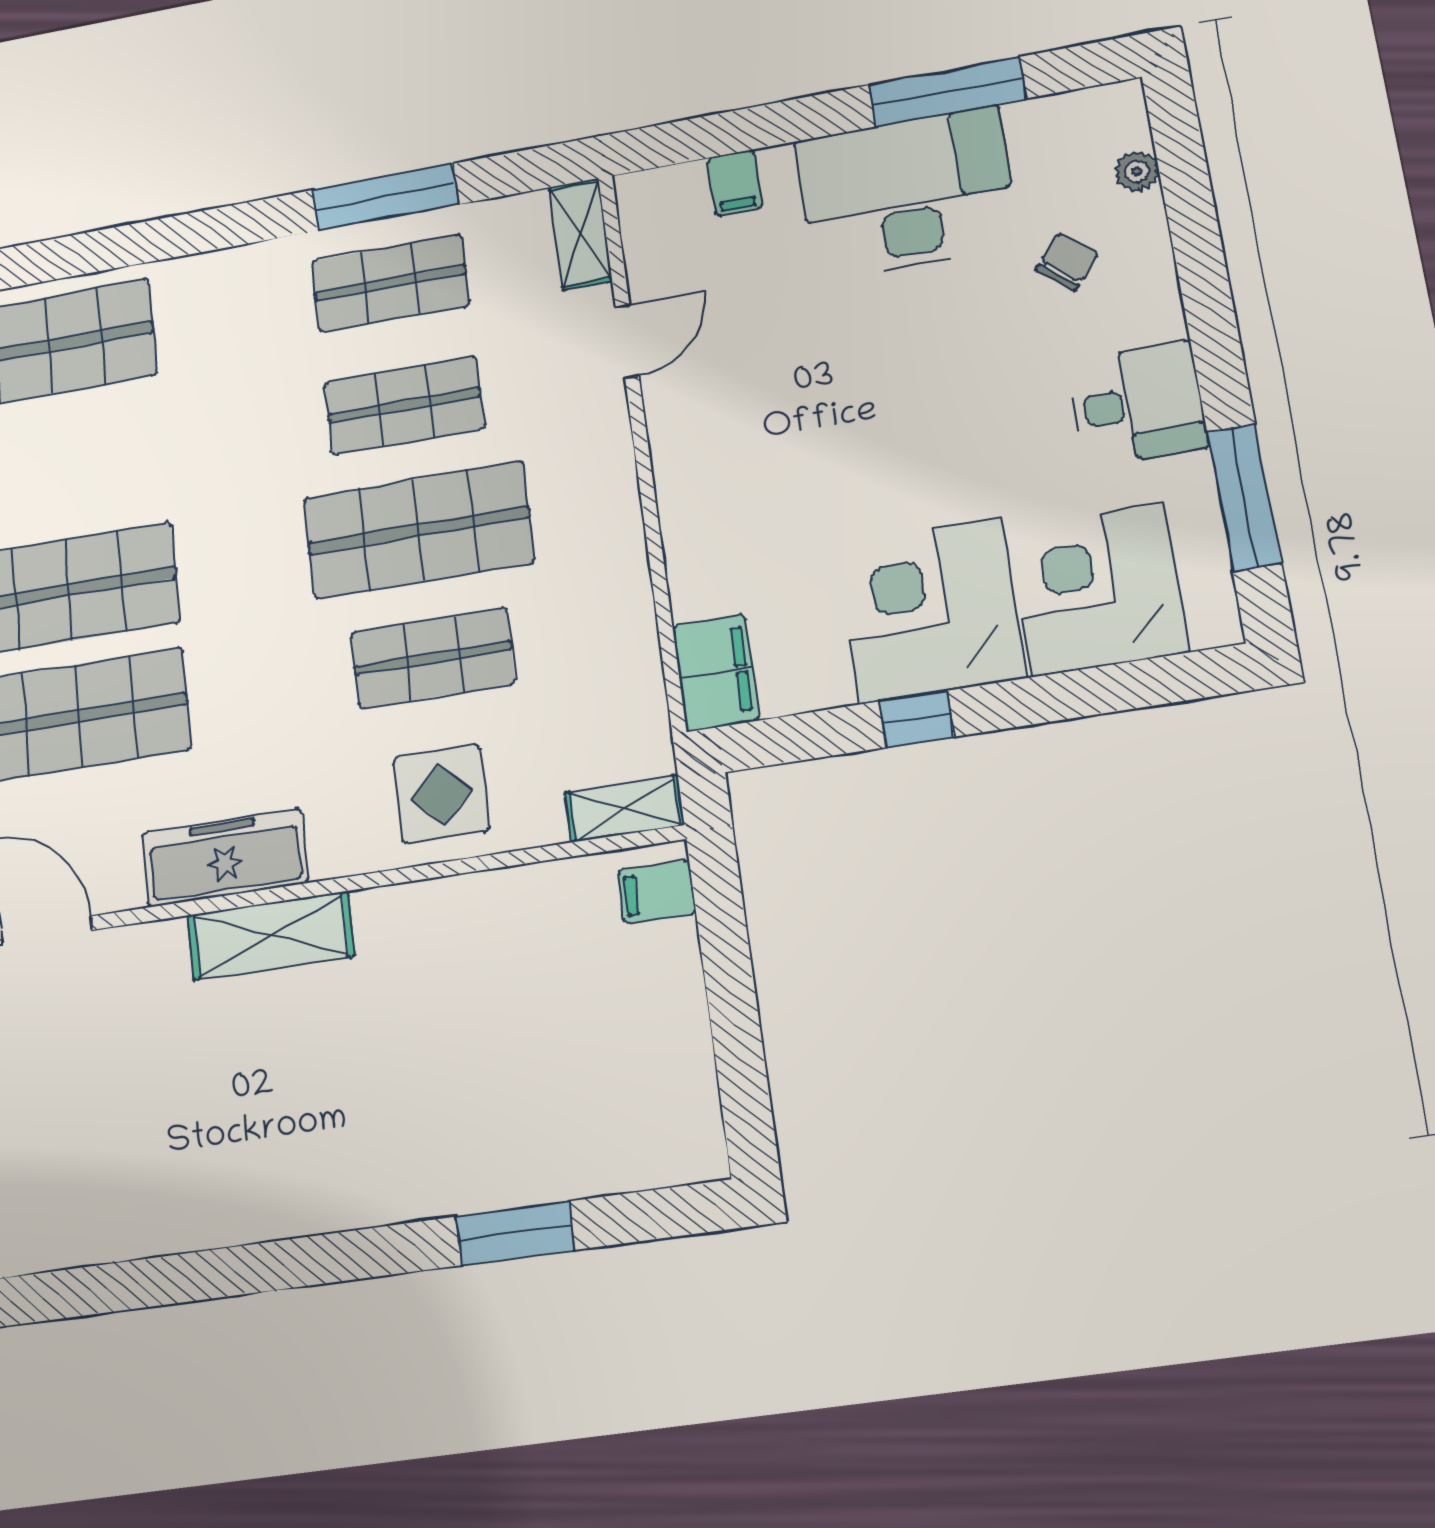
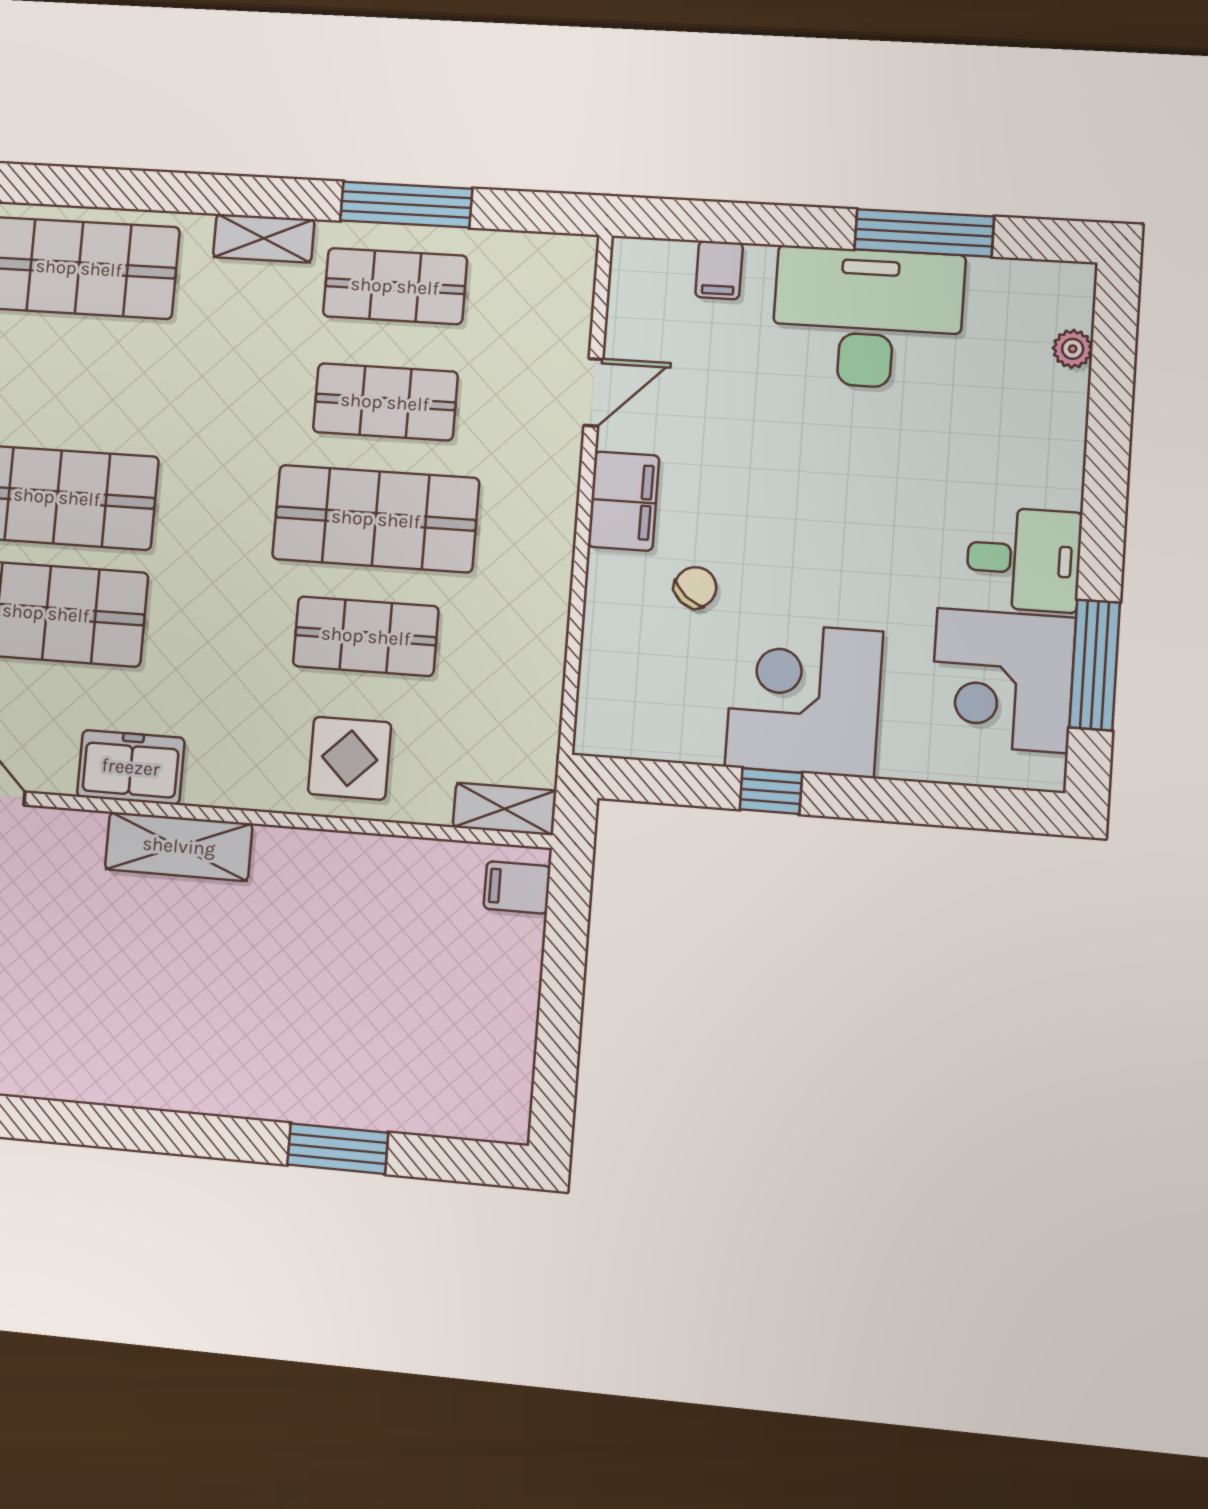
shelving: (581, 234) -> (264, 238), moved, turned 90
chair: (1067, 262) -> (695, 587), moved
corner desk: (1098, 590) -> (1002, 680), moved, turned -90
filing cabinet: (716, 673) -> (624, 501), moved
freezer: (225, 858) -> (131, 767), width x0.71

